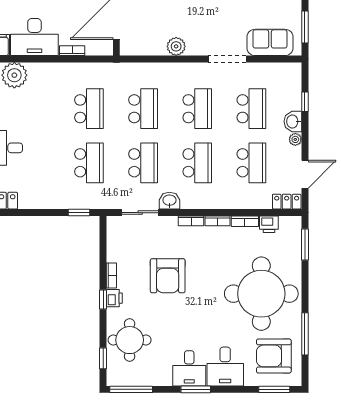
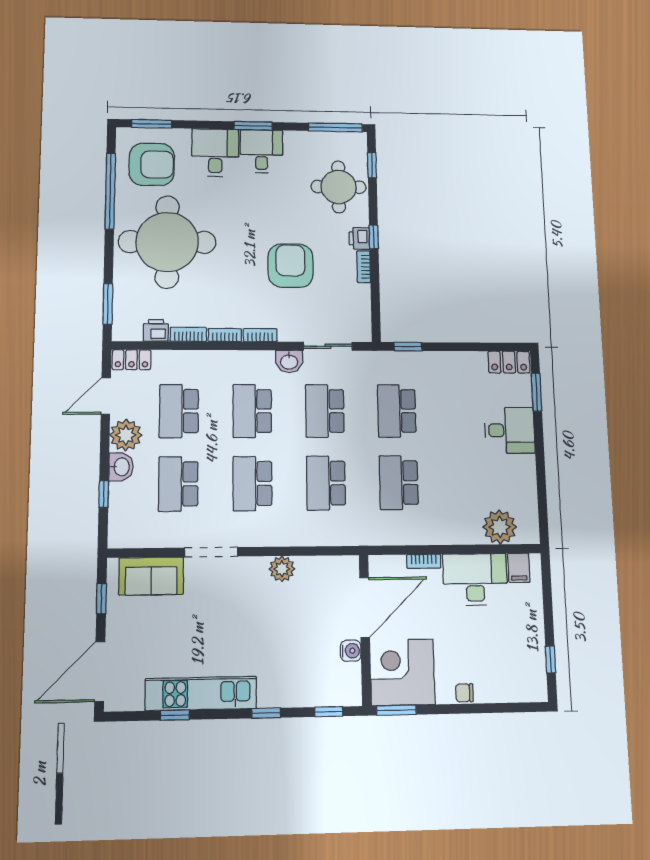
window: (305, 27) -> (101, 599), width x0.67
plant: (295, 139) -> (126, 435), width x1.88, depth x1.88
window: (305, 334) -> (110, 191), width x1.46

